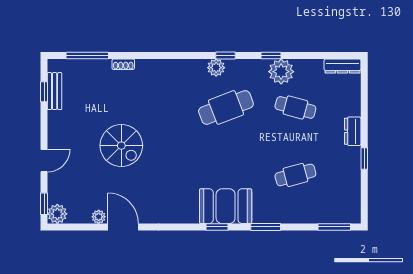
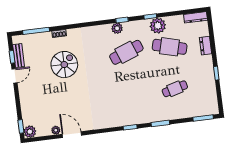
cafe table: (295, 107) -> (170, 47), width x1.37, depth x1.35
dresser: (353, 131) -> (206, 46), moved
spiral stairs: (121, 146) -> (64, 65), moved, turned -90
door: (44, 161) -> (14, 76), moved
booth: (226, 206) -> (134, 114), removed

